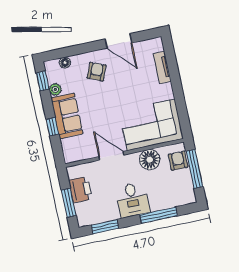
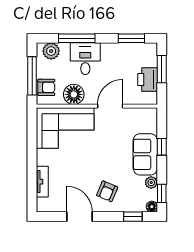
window: (66, 52) -> (133, 217), added
floor lamp: (65, 63) -> (152, 207), moved
door: (112, 156) -> (110, 106), swing flipped
armchair: (178, 161) -> (46, 87), turned -90
plant: (181, 197) -> (51, 51), added
desk: (132, 200) -> (85, 59), moved

